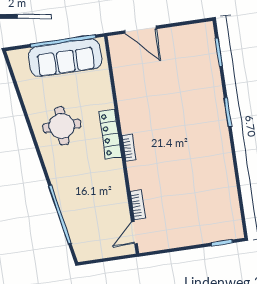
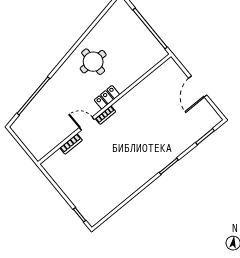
door: (140, 30) -> (198, 87), moved
sofa: (65, 58) -> (140, 37), removed
locker: (110, 134) -> (107, 97), width x0.66
door: (134, 233) -> (87, 124), moved

